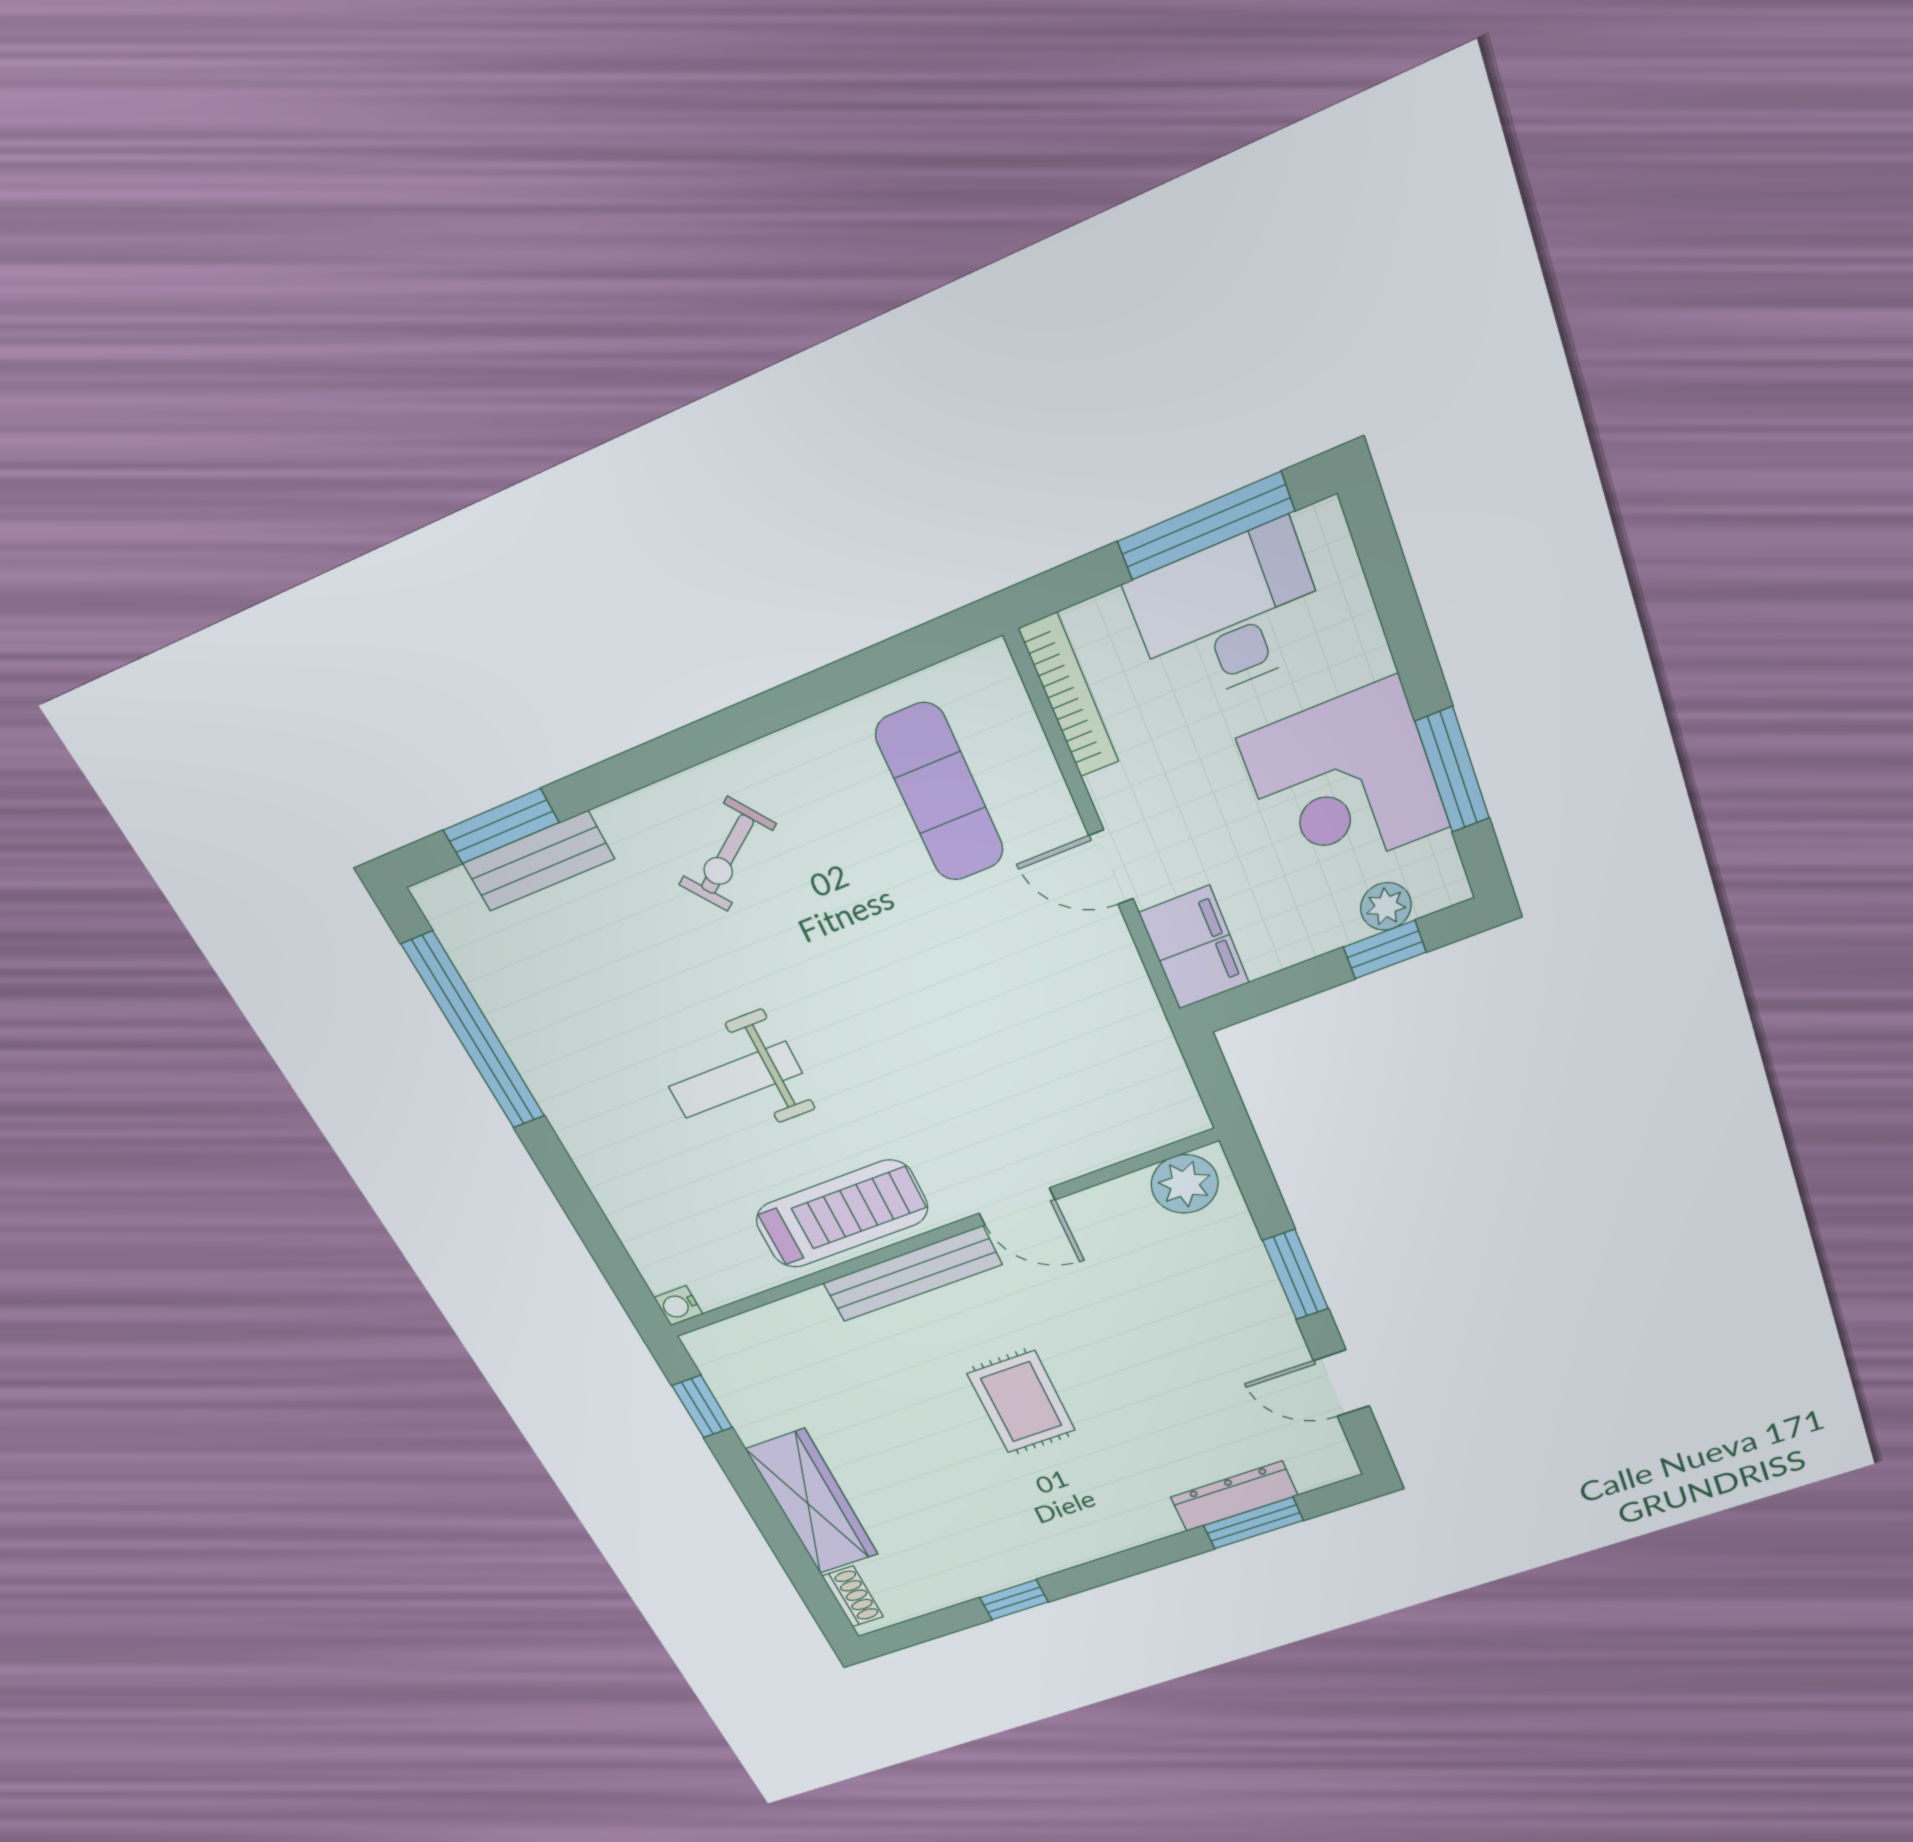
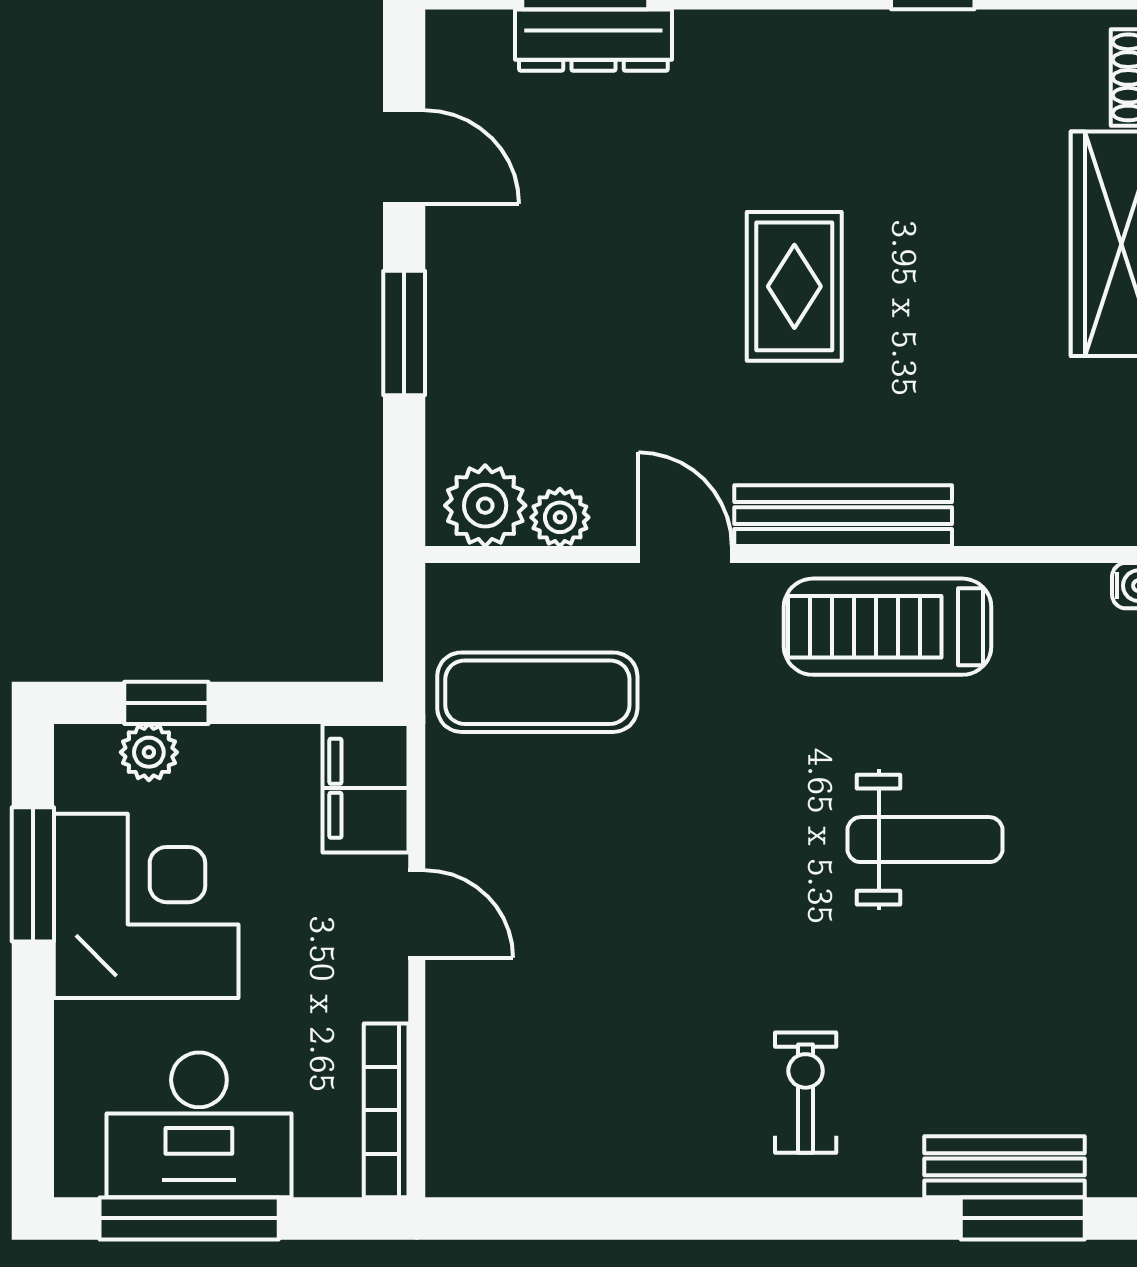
exercise mat: (940, 793) -> (537, 692), moved, turned 90
exercise bike: (727, 854) -> (806, 1093), turned -54
plant: (1124, 1197) -> (560, 517), added

